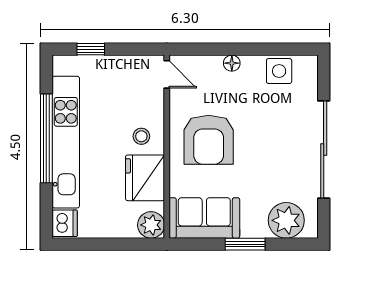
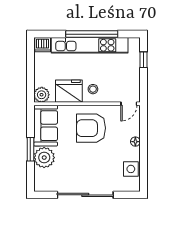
plant: (286, 220) -> (44, 158), moved

